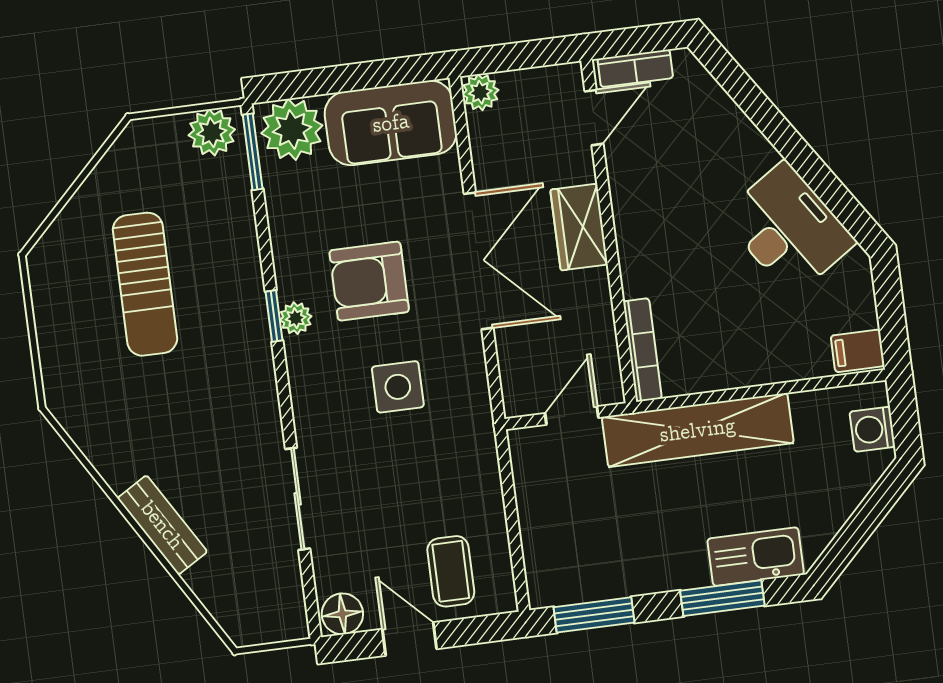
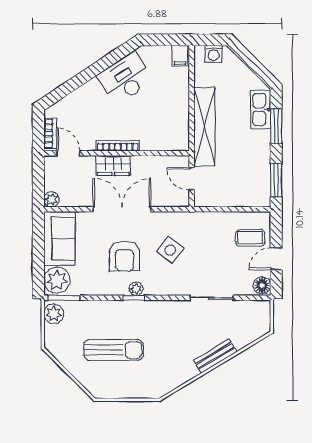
bookcase: (642, 350) -> (118, 146), moved
side table: (398, 387) -> (170, 250), turned 38

